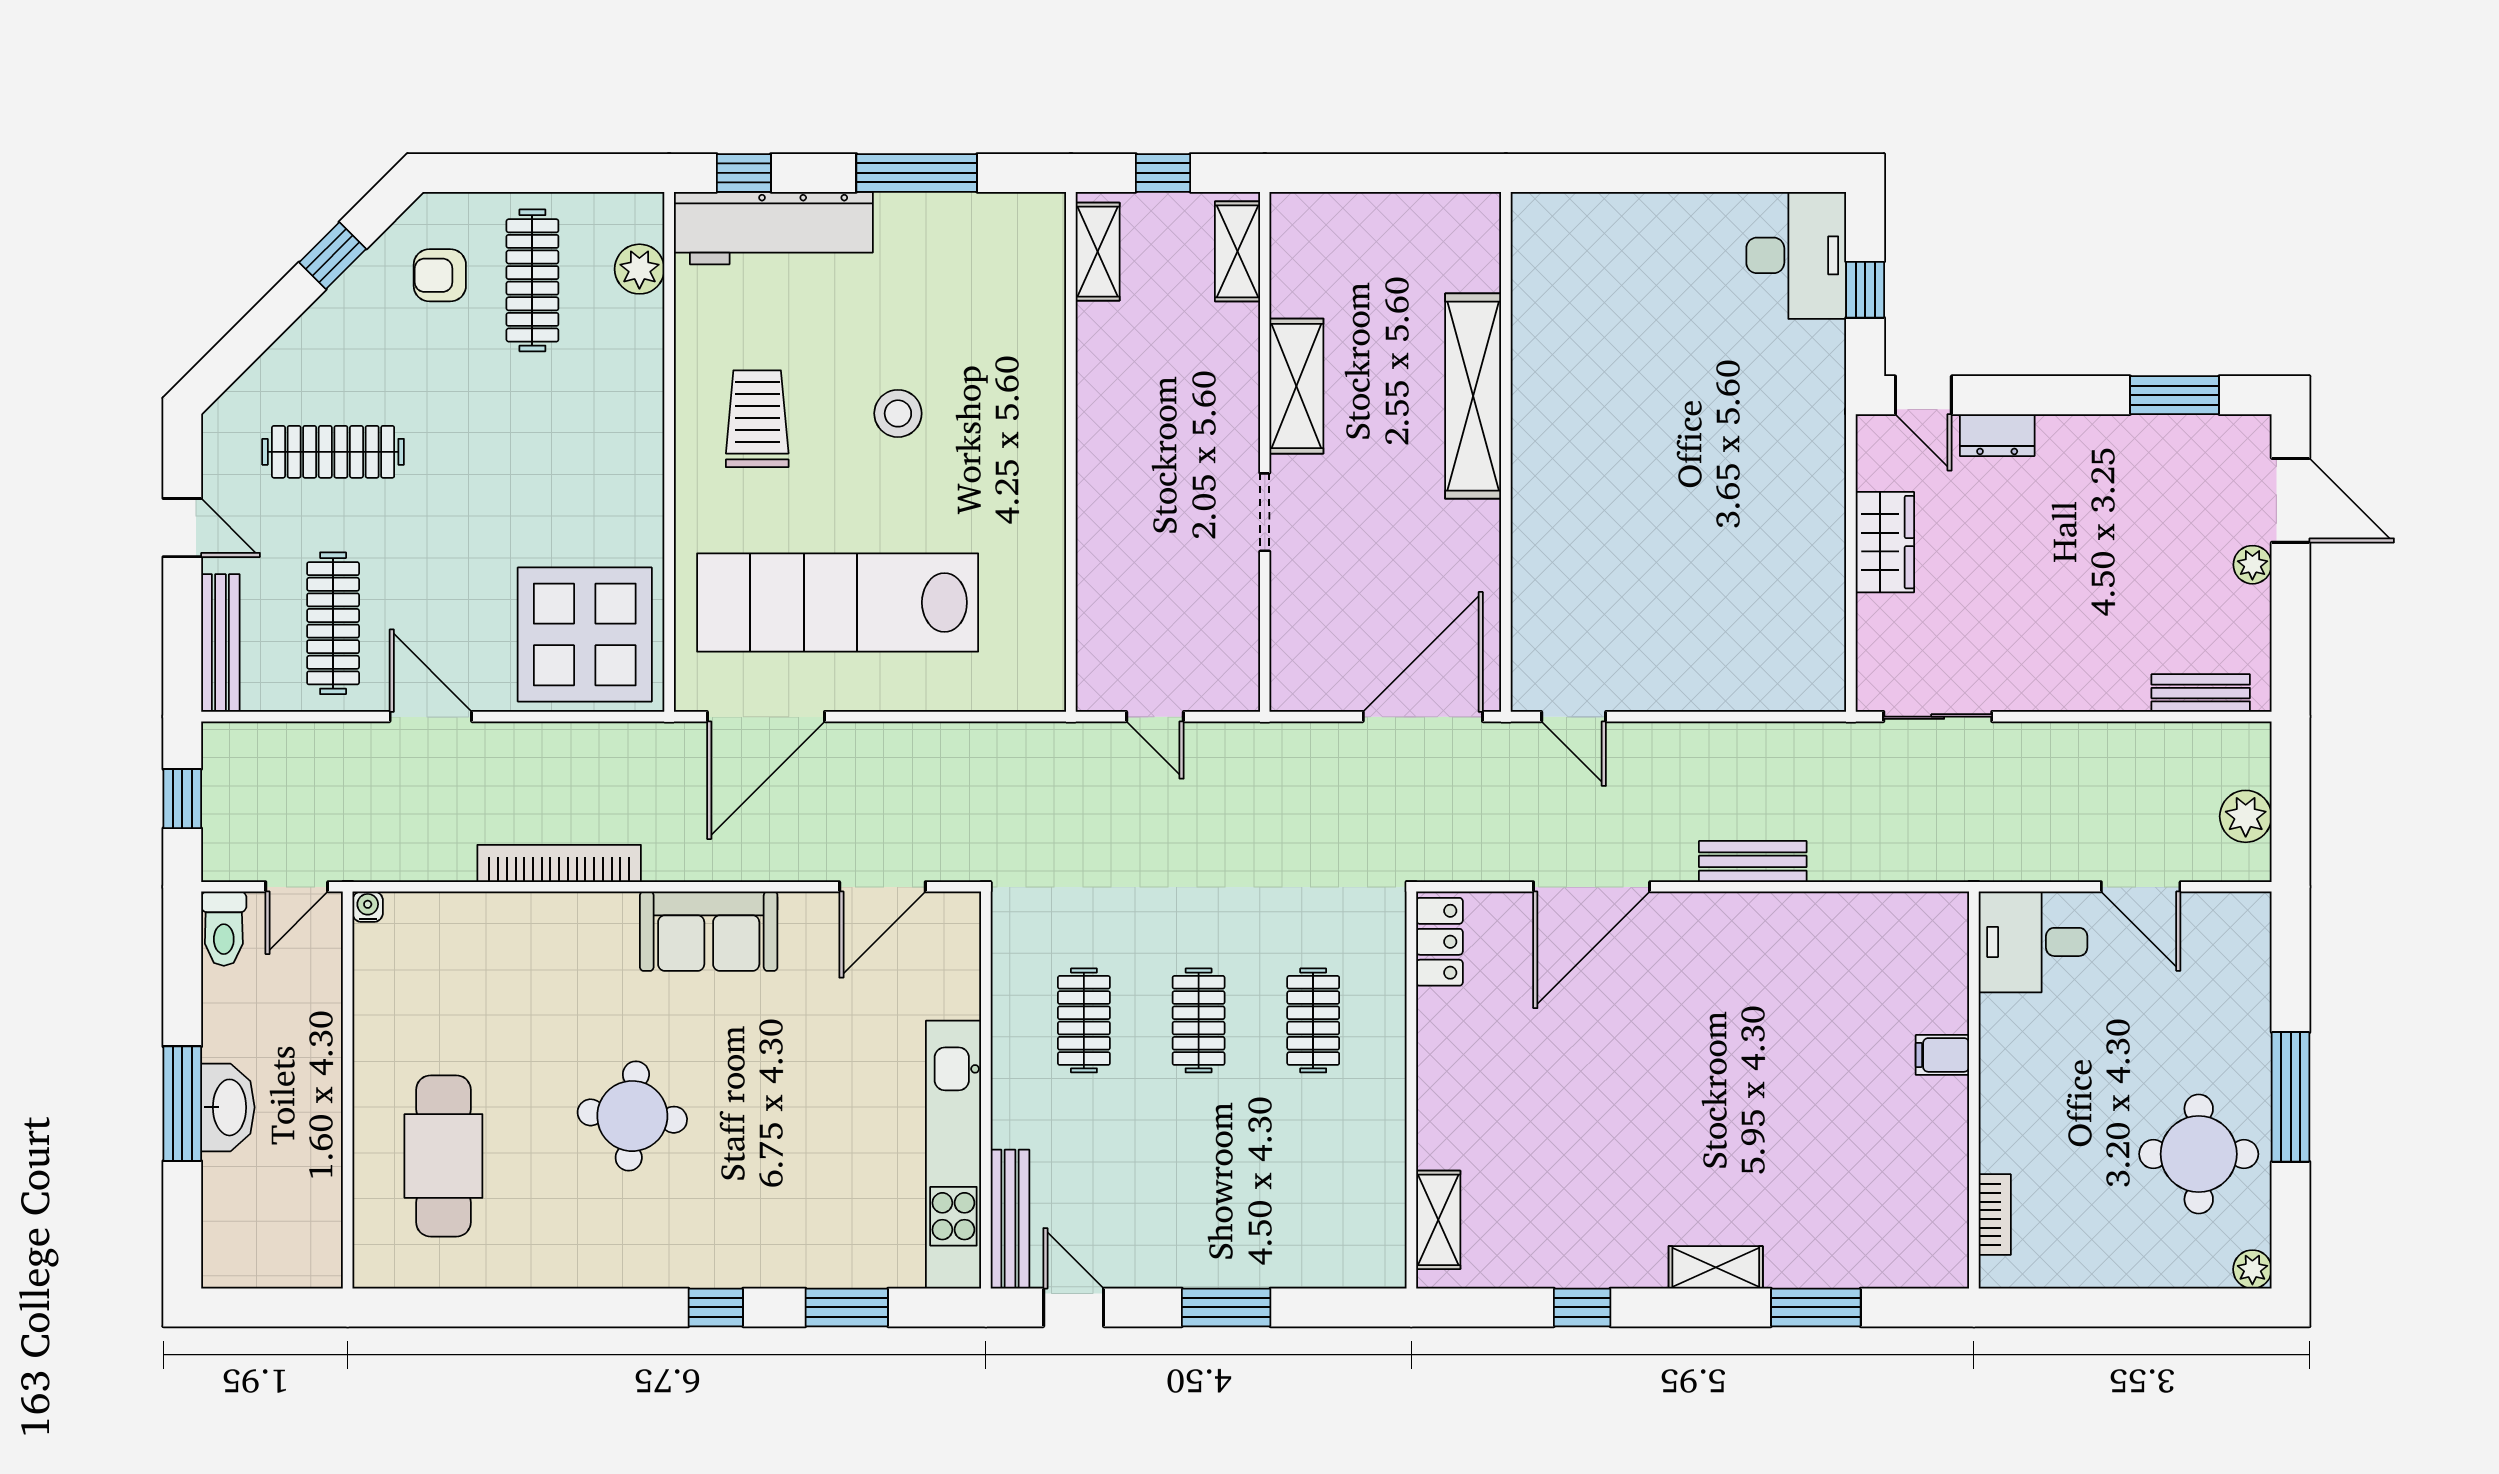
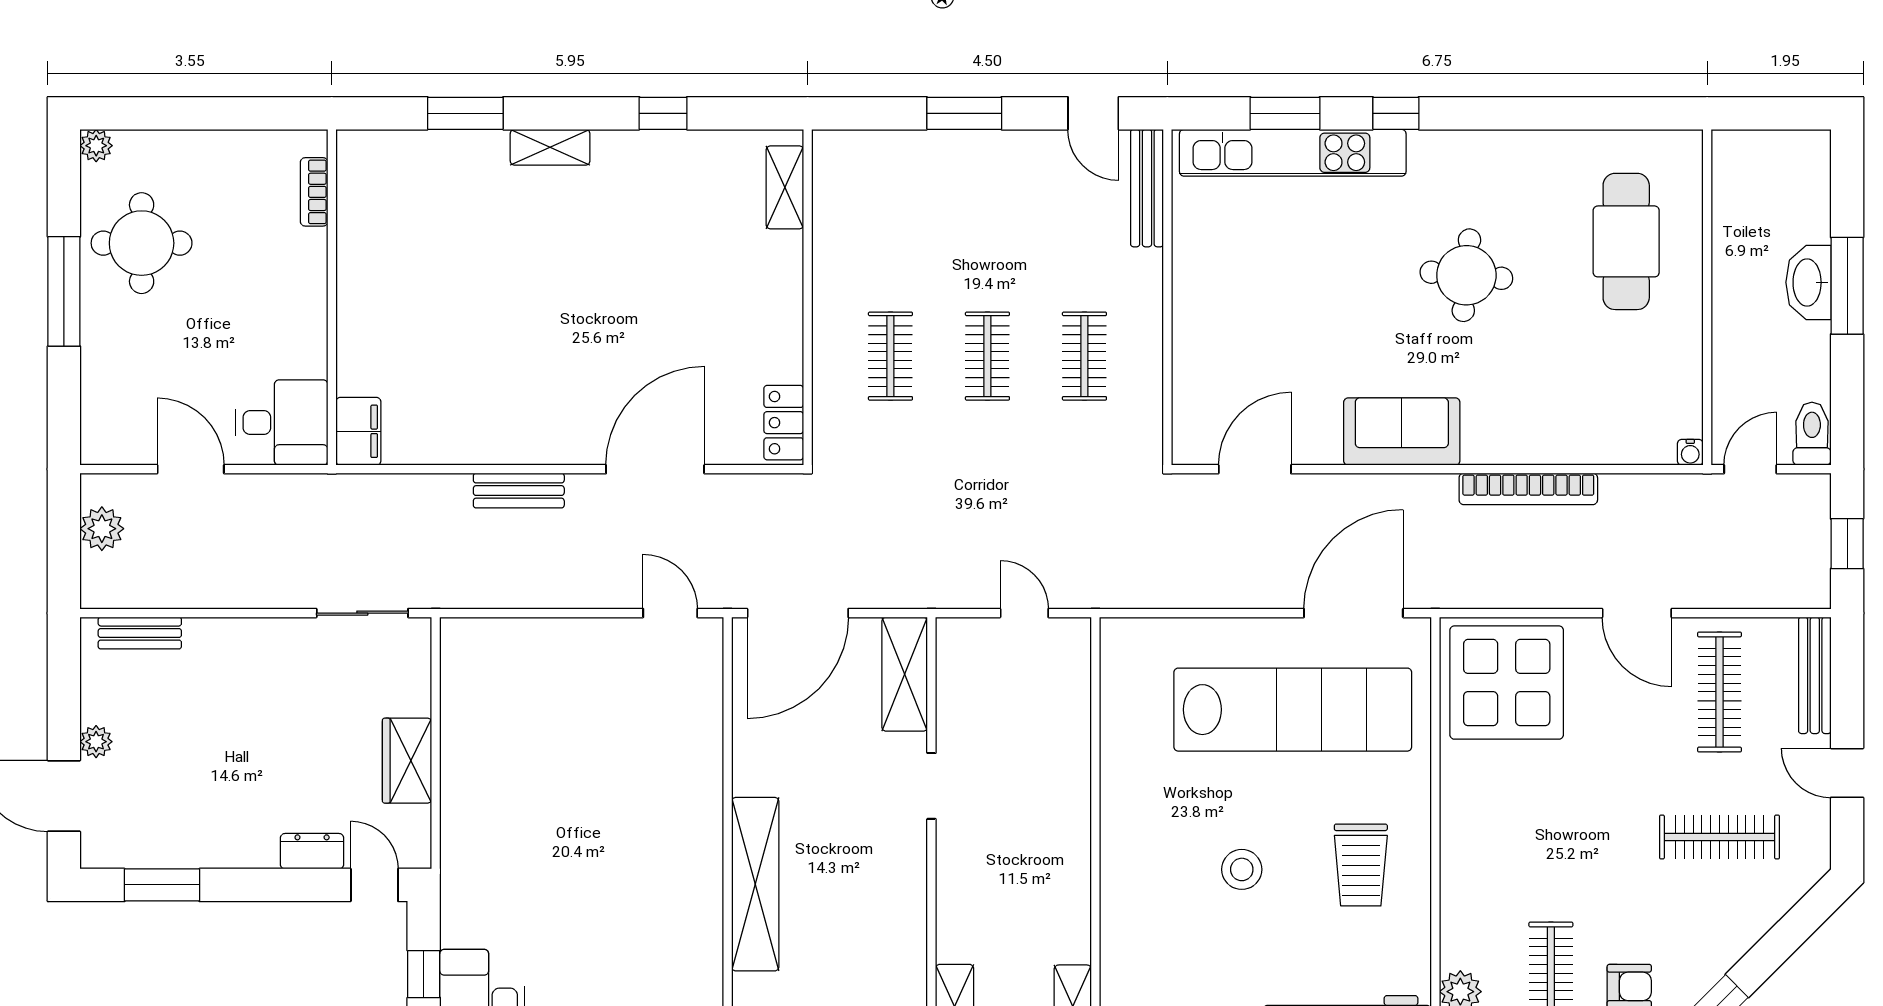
shelving: (1296, 386) -> (905, 674), moved
filing cabinet: (1942, 1055) -> (358, 431), moved, width x2.00
kitchen unit: (953, 1155) -> (1293, 153), moved, turned 90

